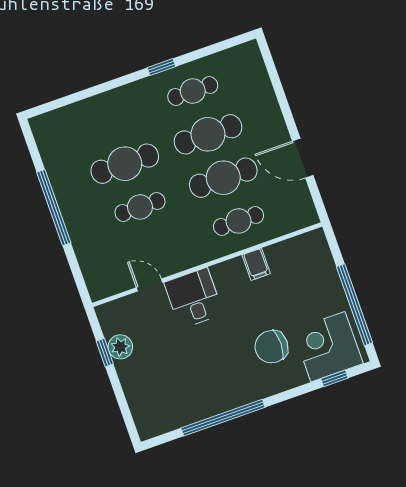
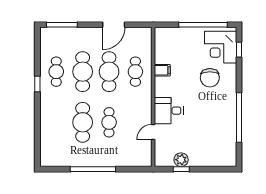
window: (273, 73) -> (62, 25), added

